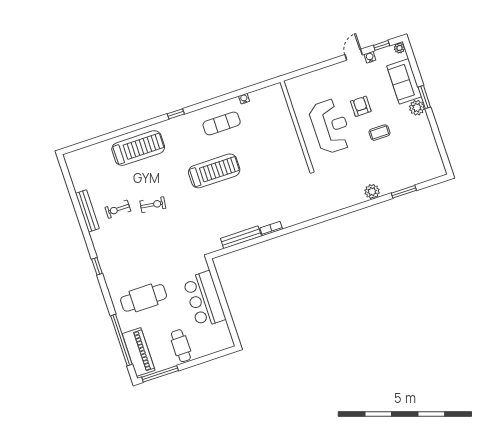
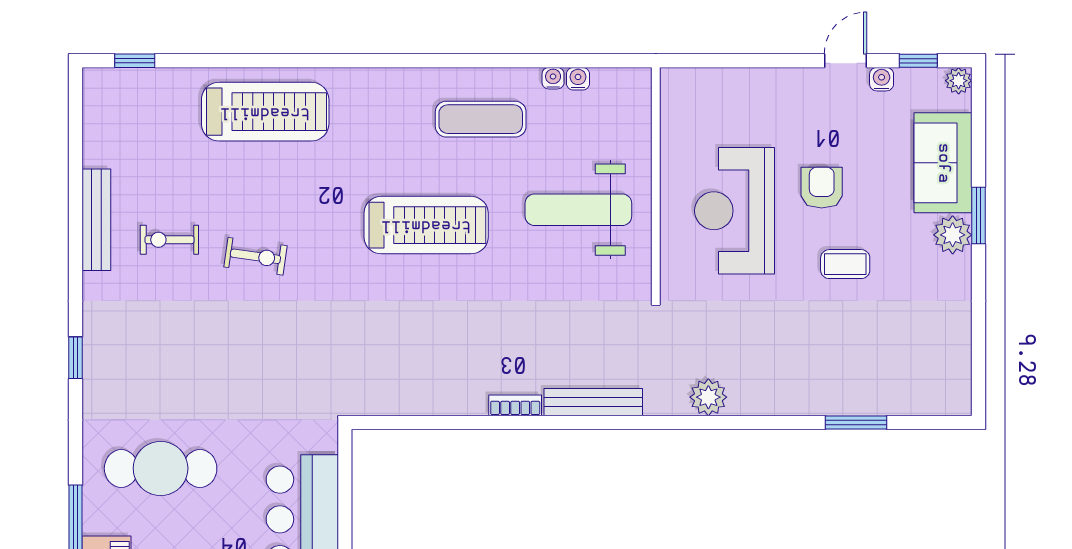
water cooler: (254, 96) -> (578, 79), added
window: (176, 114) -> (135, 61), moved
reception desk: (330, 126) -> (735, 211), turned 180
weight bench: (270, 146) -> (578, 210), added
plant: (372, 192) -> (708, 397), moved
bench: (241, 237) -> (593, 402), moved

